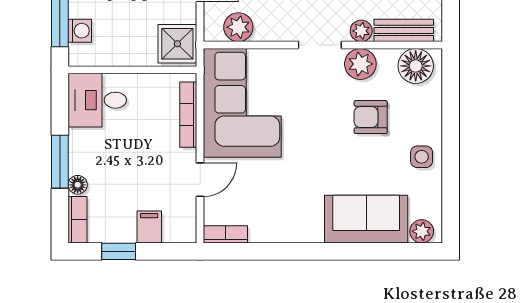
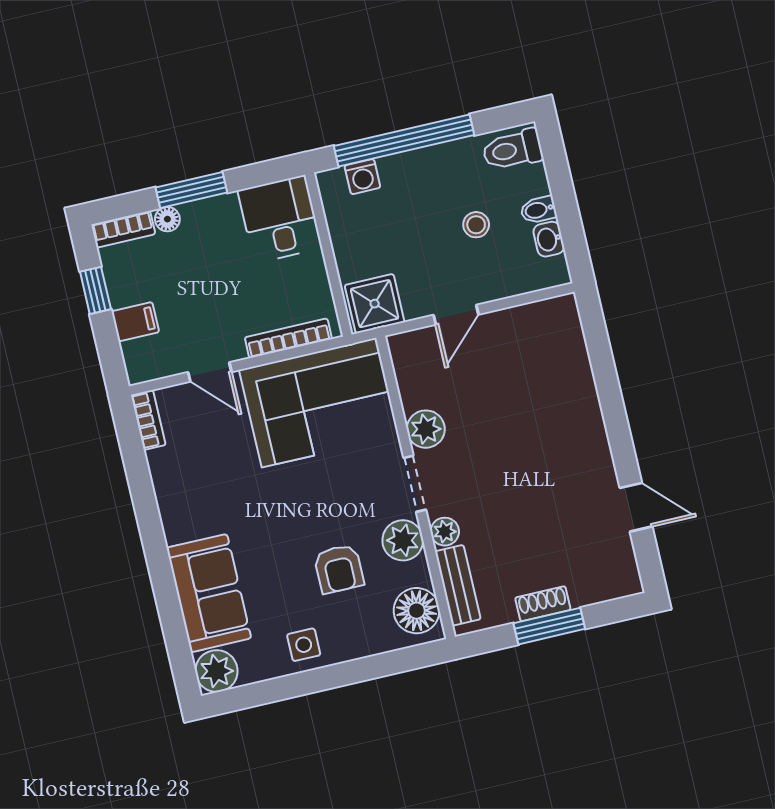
plant: (238, 27) -> (426, 429), moved
armchair: (371, 117) -> (339, 569), turned 180
plant: (422, 231) -> (217, 671), width x1.38, depth x1.38

